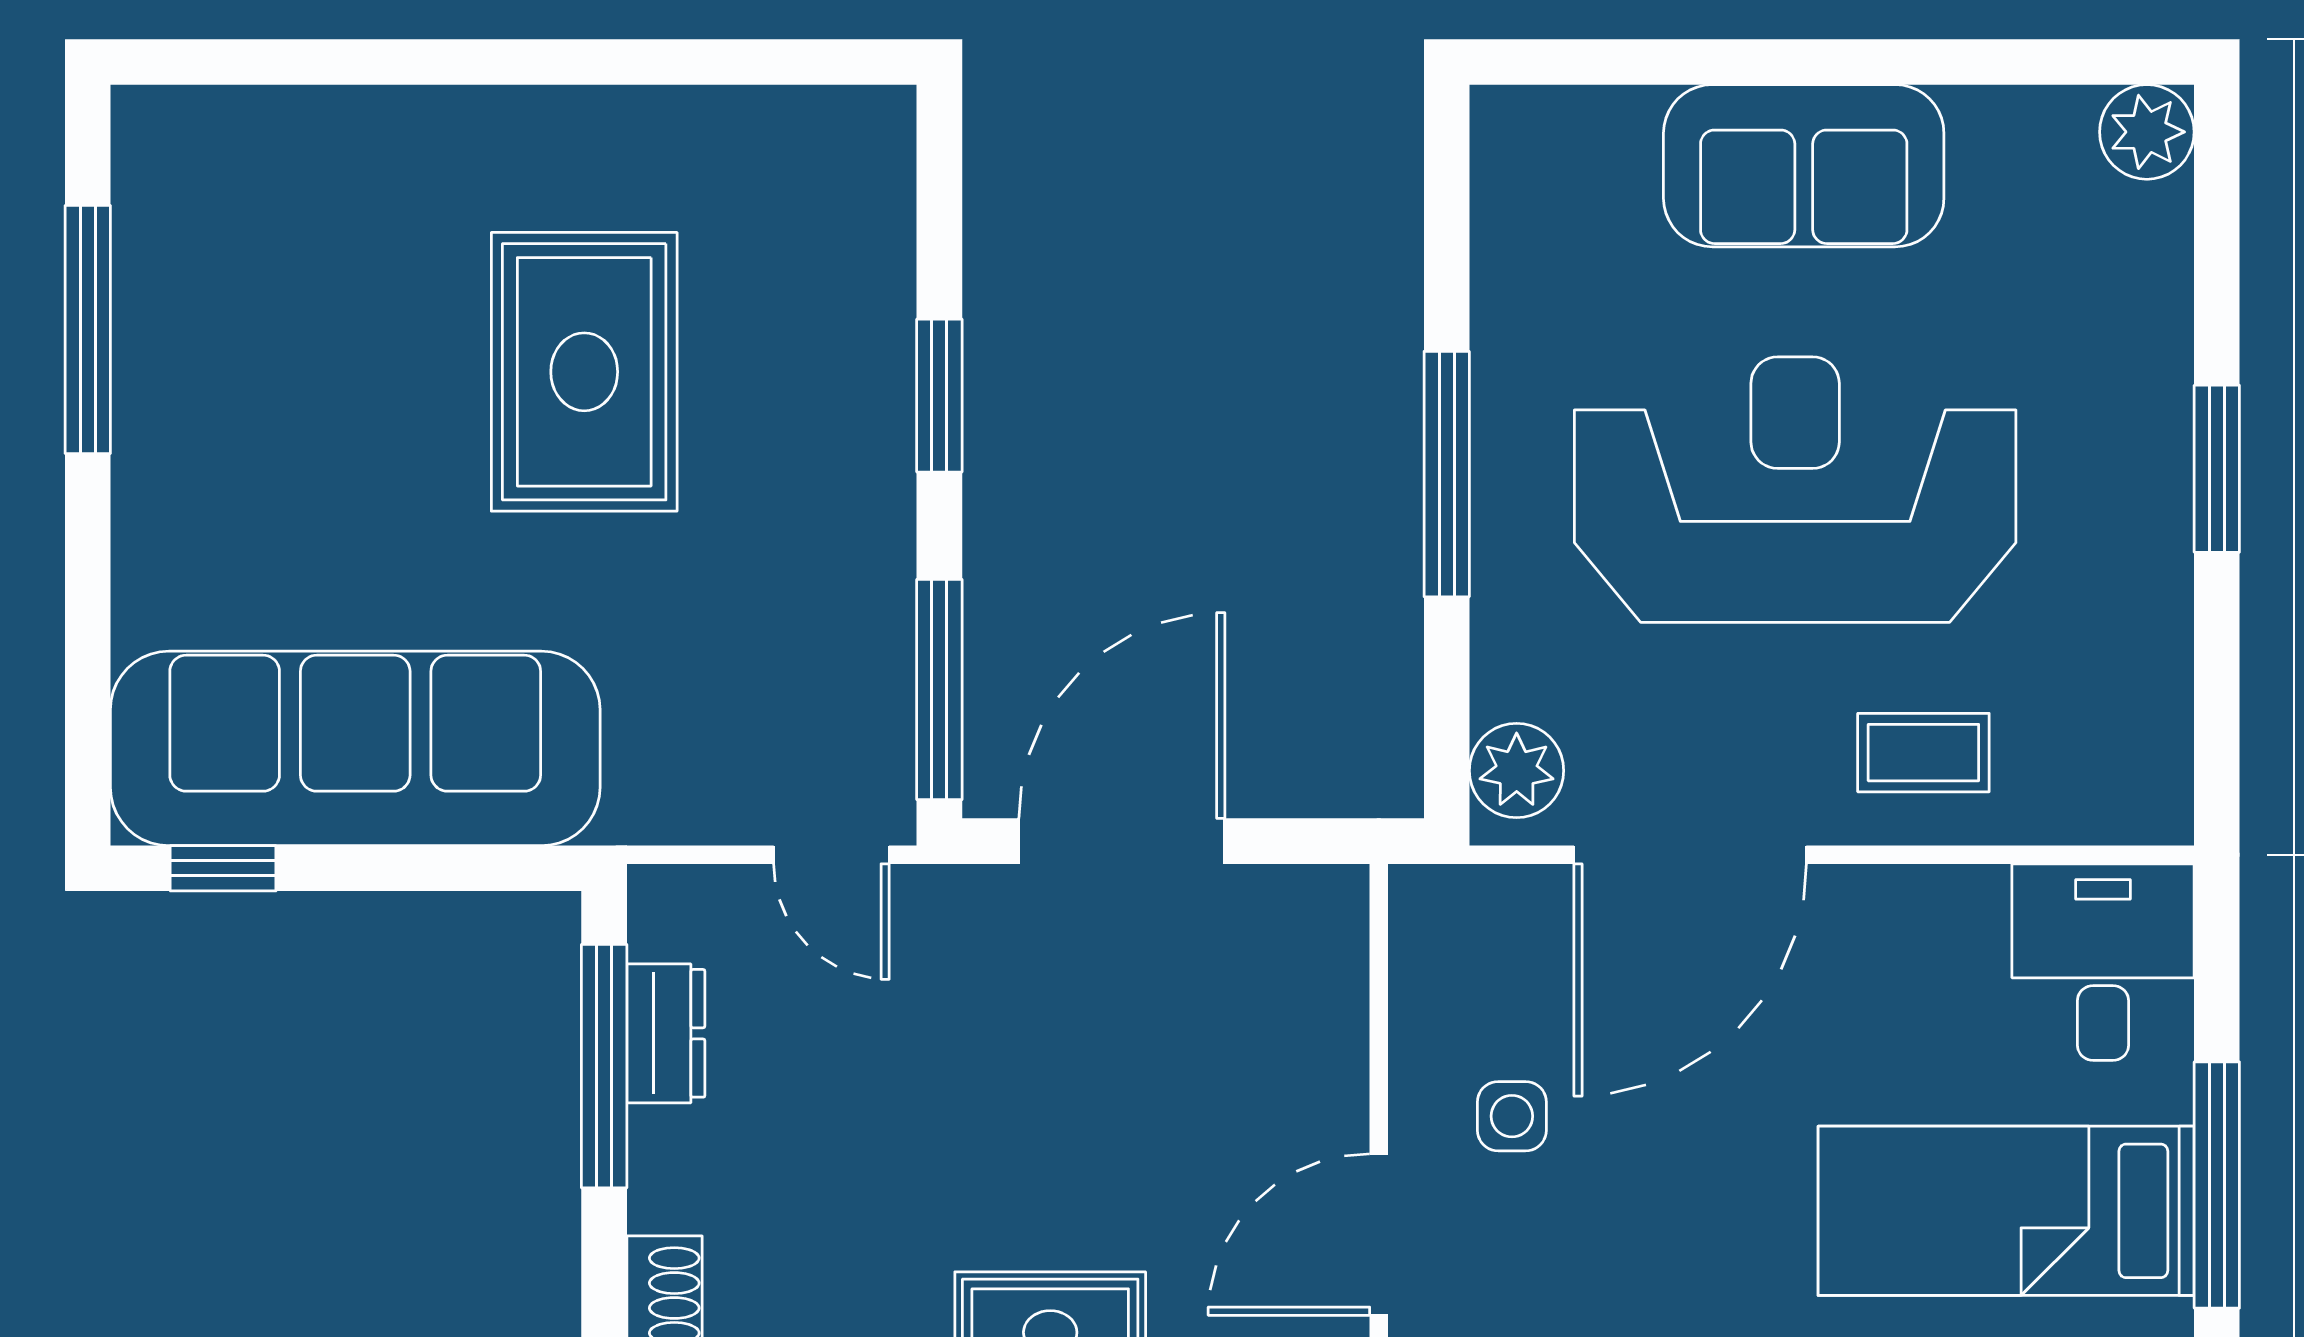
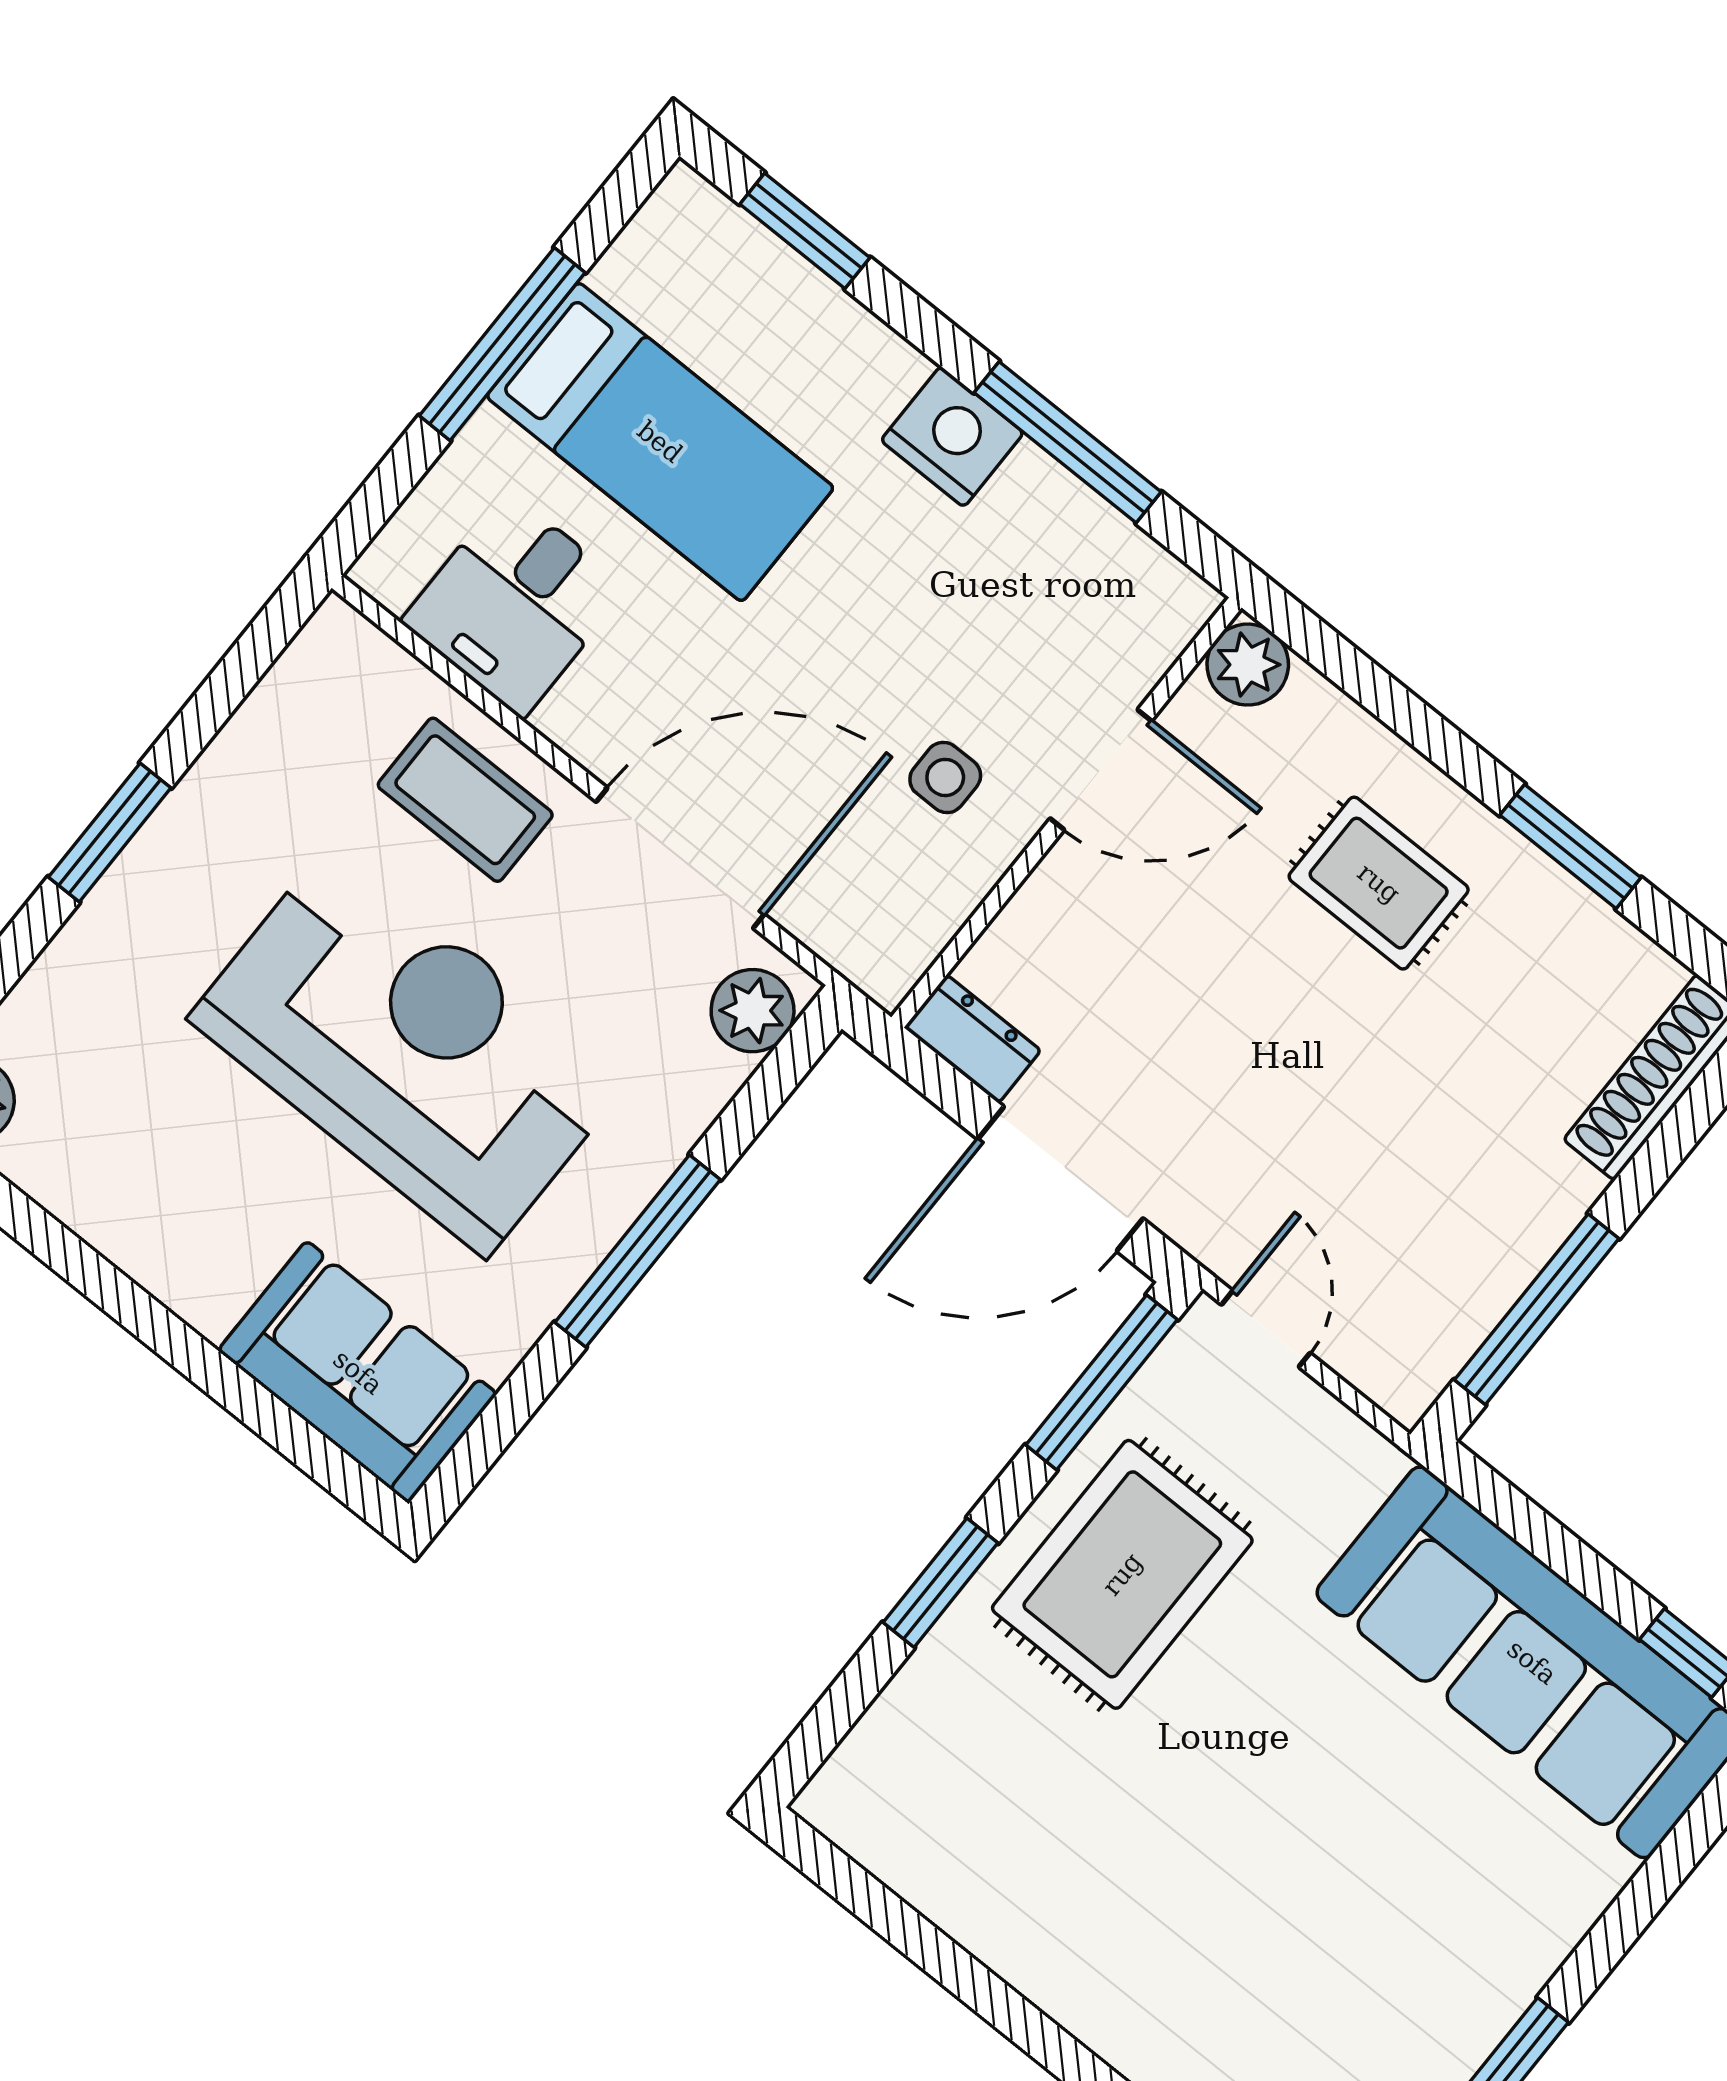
sofa: (1804, 166) -> (358, 1372), moved
rug: (584, 372) -> (1122, 1574), moved
reception desk: (1795, 490) -> (409, 1049), turned 180
coffee table: (1923, 753) -> (465, 800), width x1.36, depth x1.30
desk: (2103, 962) -> (515, 604), moved
dresser: (666, 1033) -> (973, 1039), moved, turned 90

